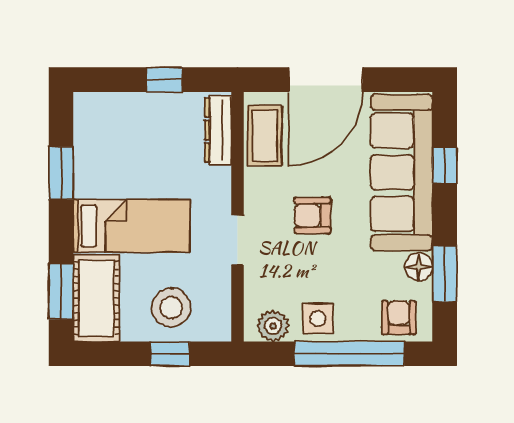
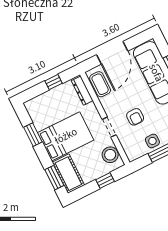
armchair: (313, 215) -> (135, 117), moved, turned -90
bed: (131, 226) -> (66, 136), width x1.50
stool: (171, 308) -> (110, 155), moved
plant: (273, 326) -> (137, 152), removed

